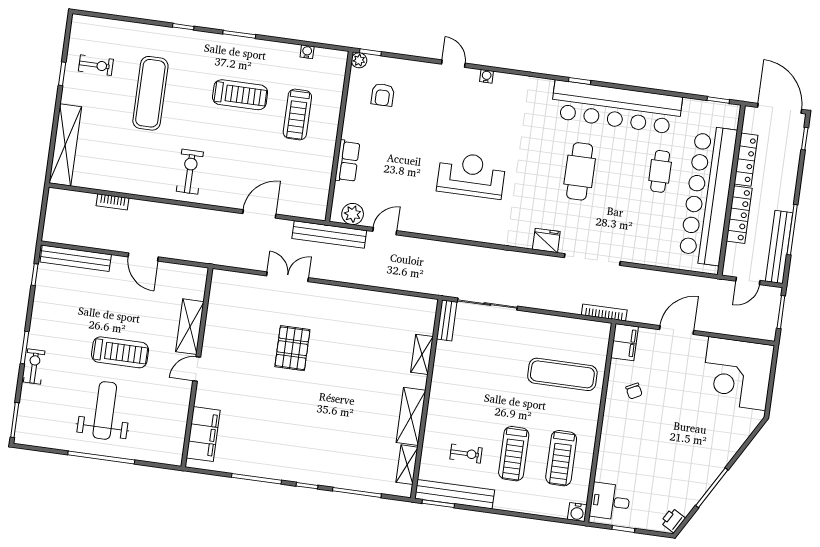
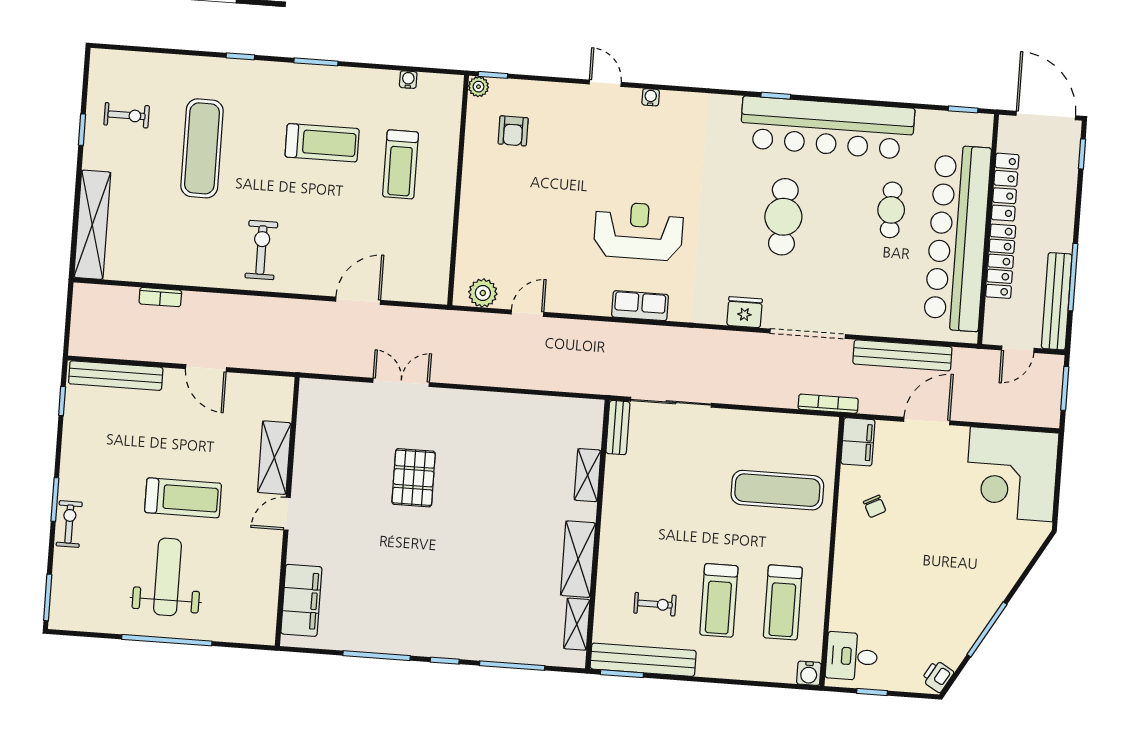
row of seats: (347, 161) -> (640, 306), moved, turned -90
bench: (329, 234) -> (902, 355), moved

